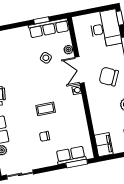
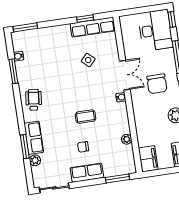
plant: (68, 50) -> (127, 139), moved
double door: (79, 70) -> (125, 75), swing flipped
chair: (109, 77) -> (157, 84), turned -115
row of seats: (71, 155) -> (87, 173), moved

